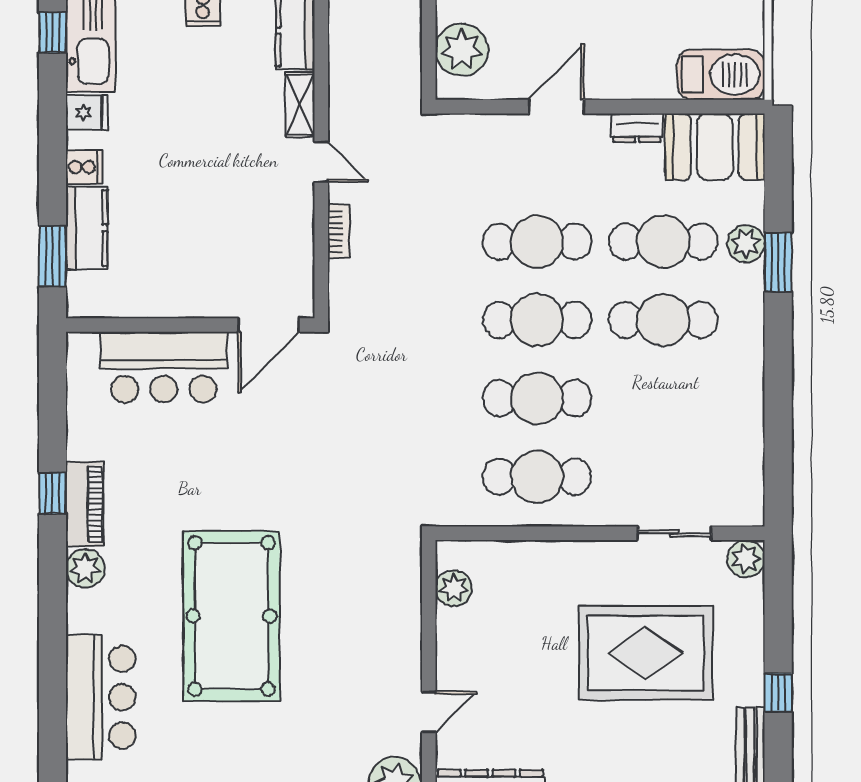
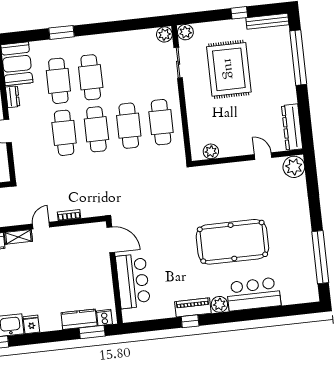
cooker: (84, 167) -> (104, 317), moved
plant: (746, 243) -> (164, 34), moved
bar counter: (101, 697) -> (254, 294), moved

